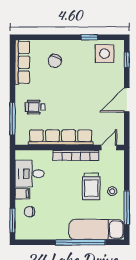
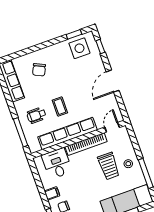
window: (89, 37) -> (74, 34), moved
coffee table: (63, 107) -> (60, 107), added
desk: (30, 174) -> (57, 164), moved, turned 90

